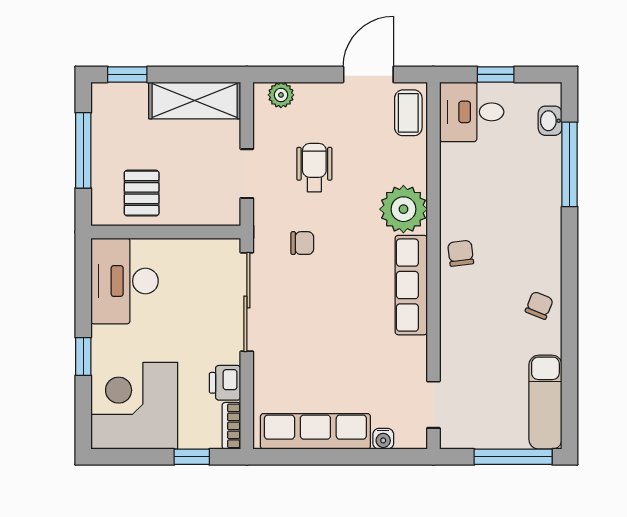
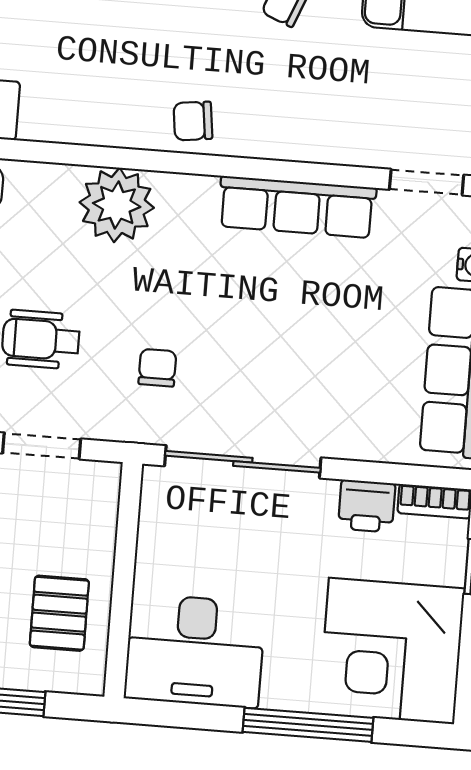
pallet: (142, 193) -> (59, 613), turned 90
row of seats: (411, 285) -> (297, 207), moved
window: (83, 356) -> (308, 725), width x2.17

